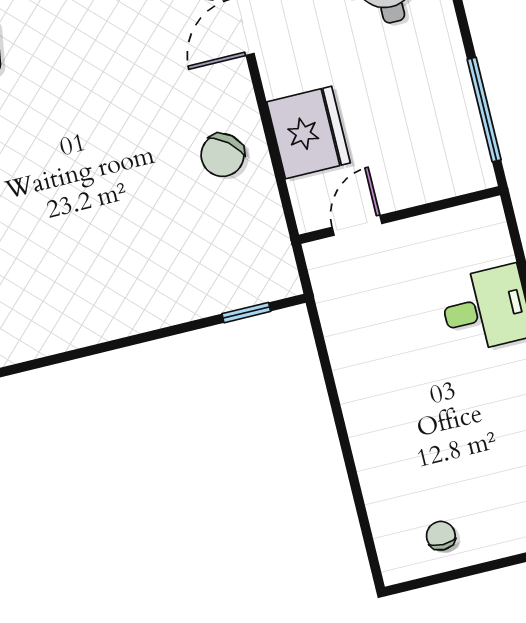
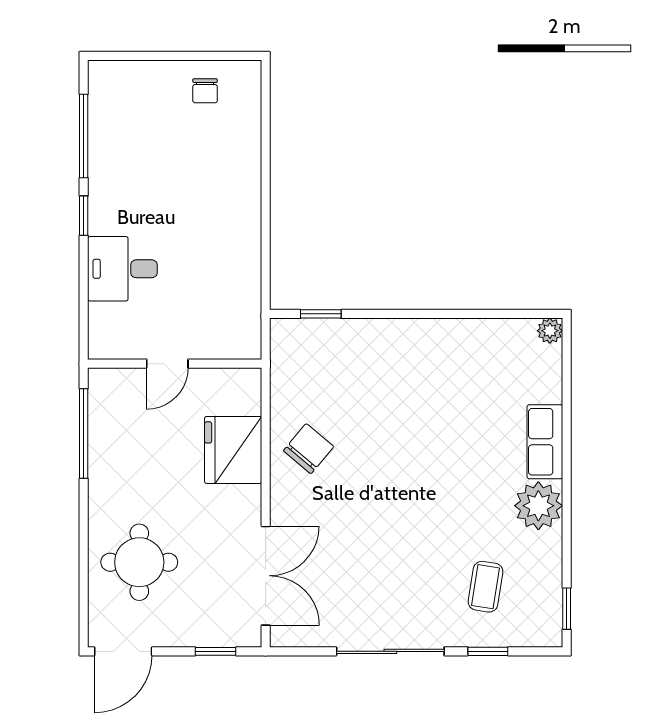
door: (357, 225) -> (167, 364), moved

